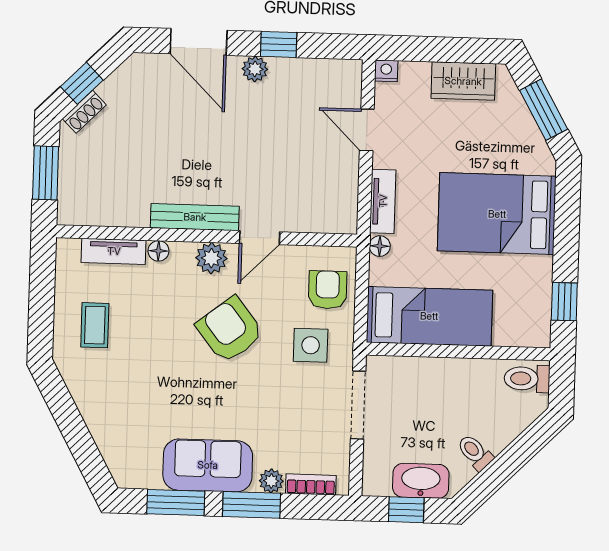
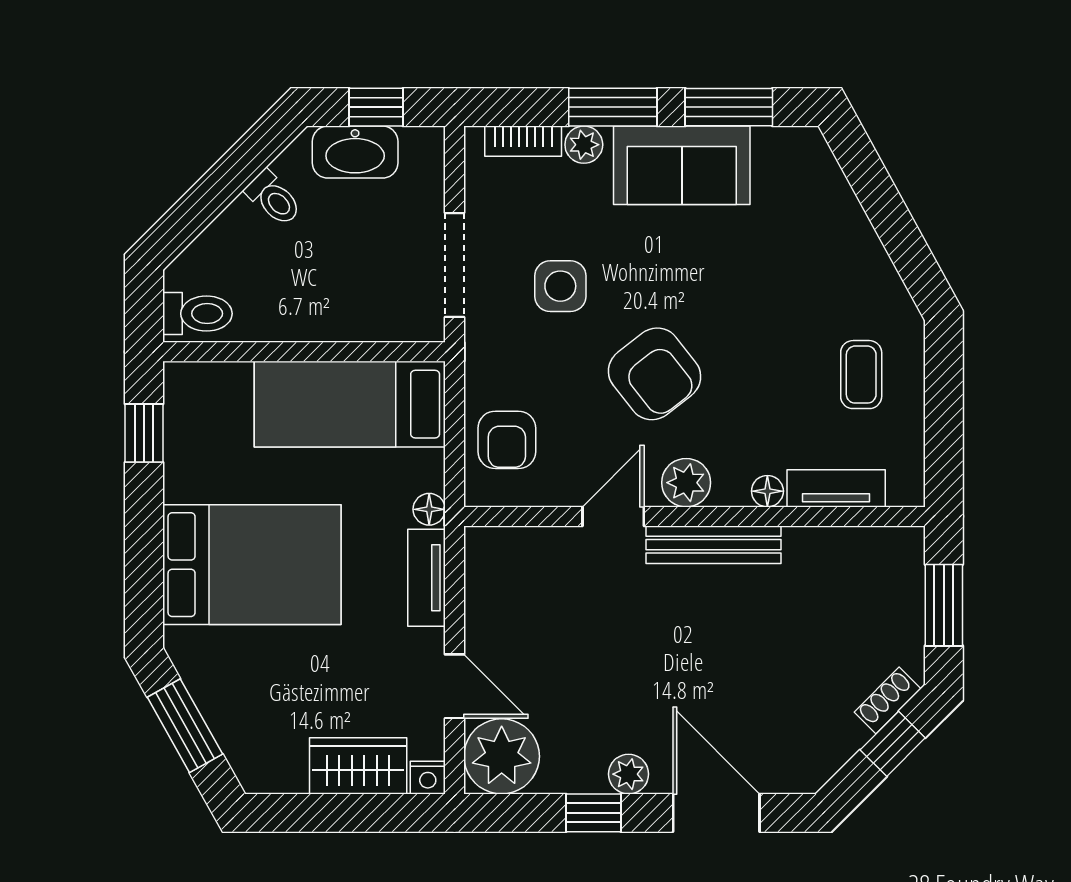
wardrobe: (463, 81) -> (358, 766), moved
plant: (337, 83) -> (502, 756), added
side table: (311, 345) -> (560, 286), moved

